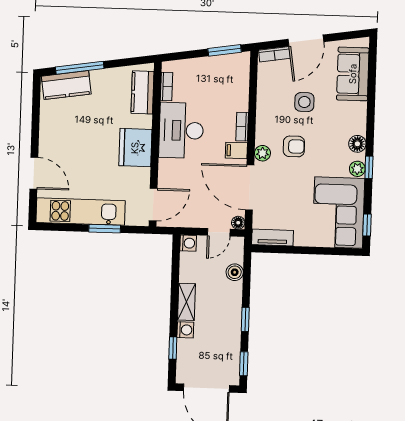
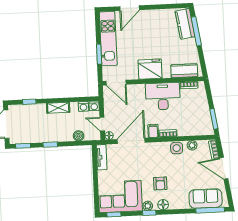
window: (372, 68) -> (210, 210), added
side table: (304, 102) -> (177, 148), moved
armchair: (294, 146) -> (160, 183), moved
plant: (262, 153) -> (192, 145), moved
washing machine: (185, 330) -> (83, 106), moved

